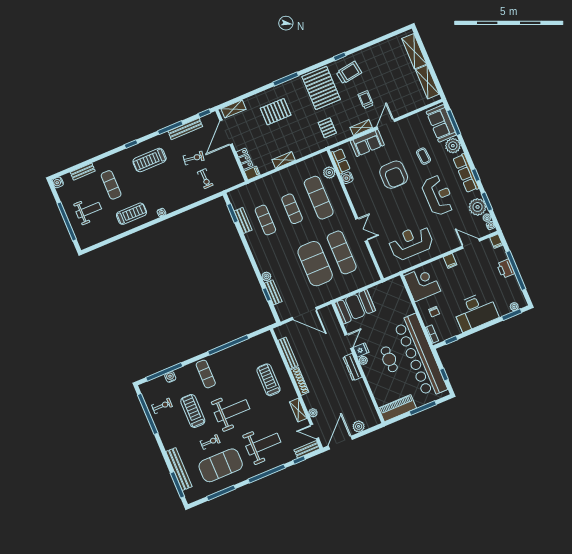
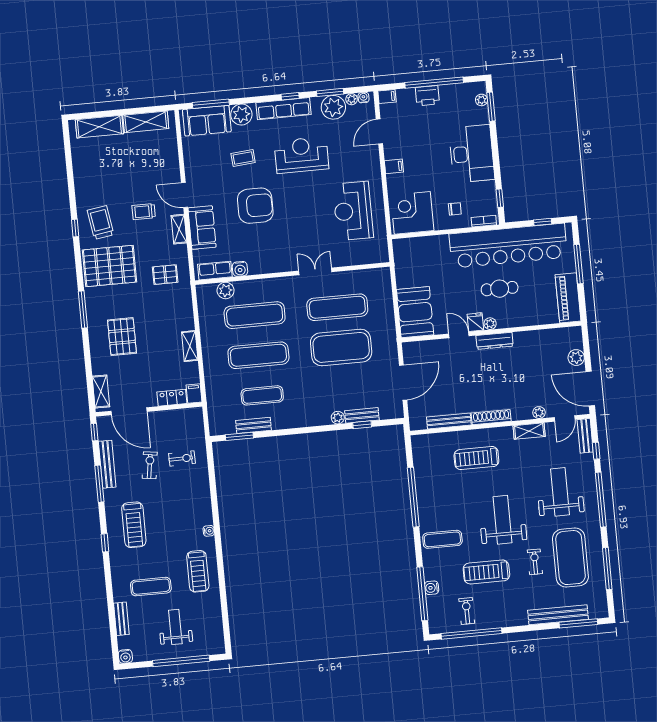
exercise mat: (292, 209) -> (258, 355), width x1.36, depth x1.45
treadmill: (131, 214) -> (198, 571), turned 180

